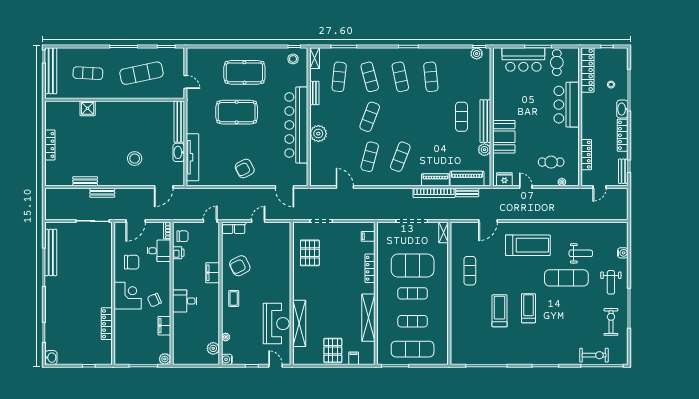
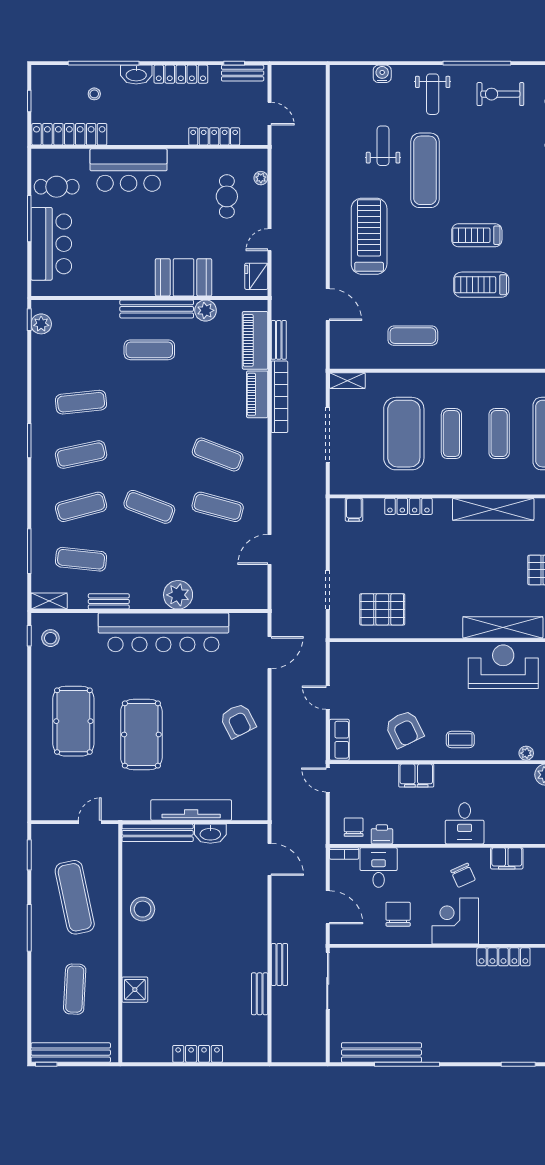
tv unit: (193, 157) -> (191, 810), moved
stool: (135, 159) -> (143, 909), moved
weight bench: (611, 282) -> (433, 94), turned 90

